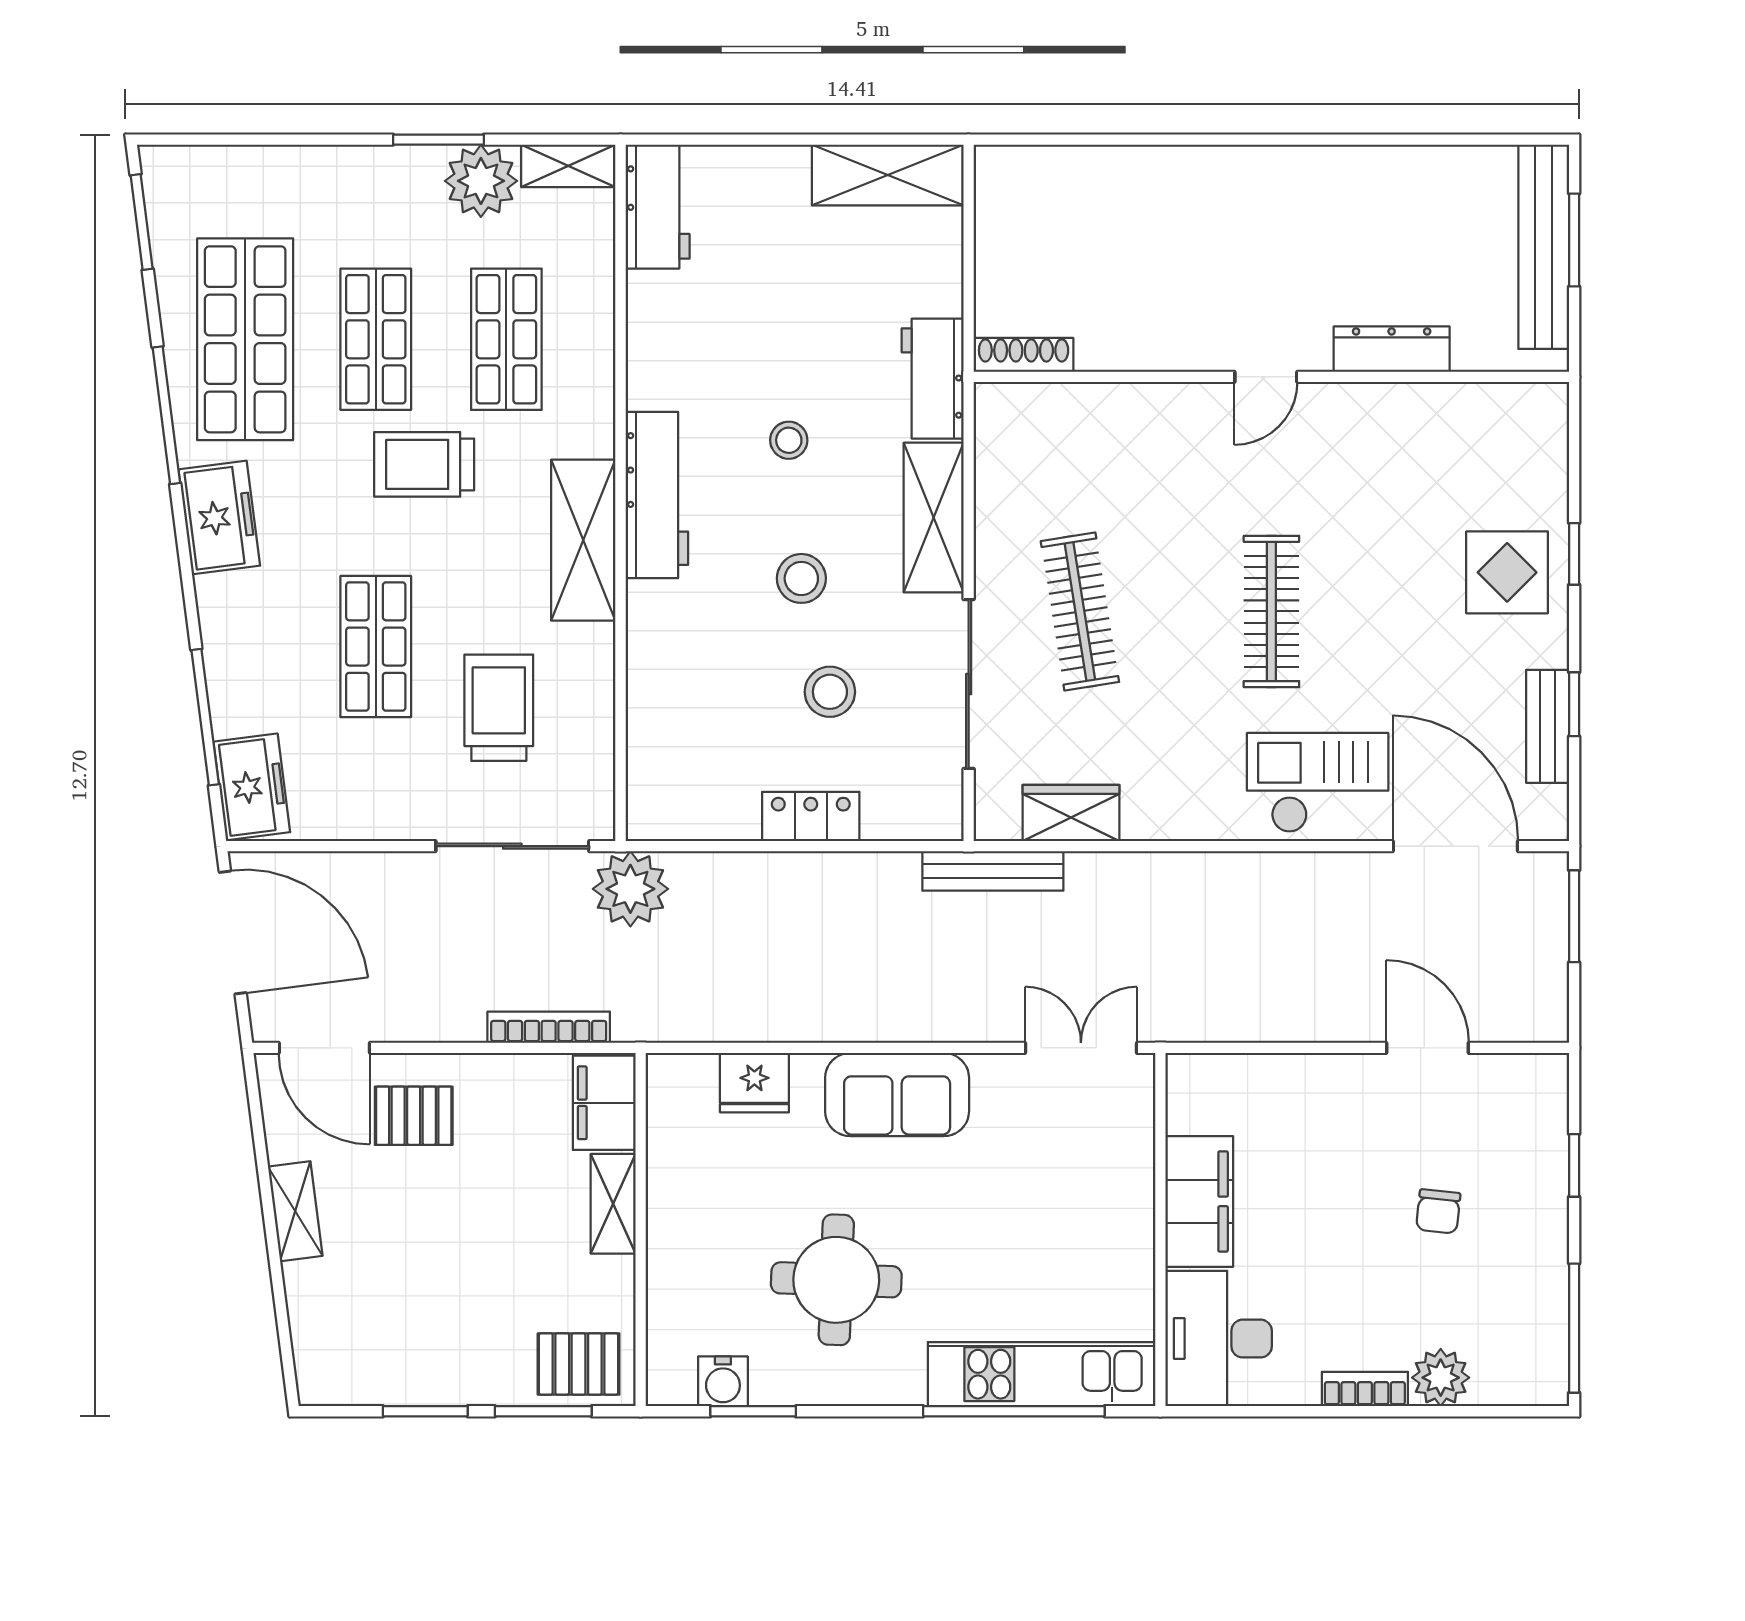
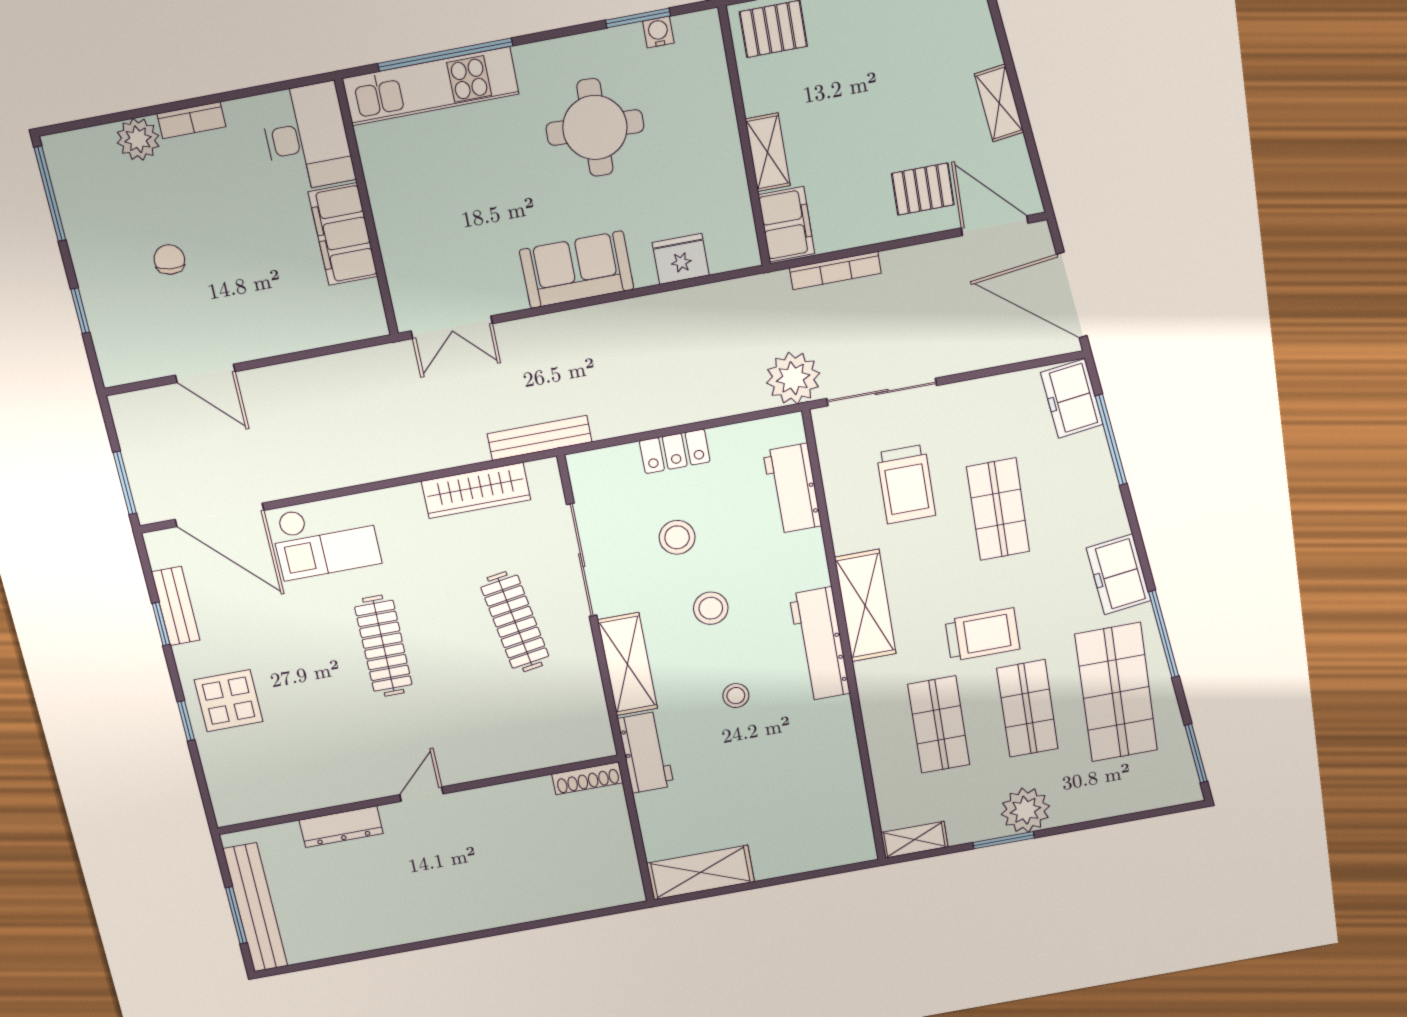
plant: (481, 181) -> (1025, 810), moved
workbench: (658, 207) -> (792, 489), moved
wardrobe: (1071, 813) -> (476, 491), width x1.50
water cooler: (723, 1381) -> (658, 32), width x0.72, depth x0.72

